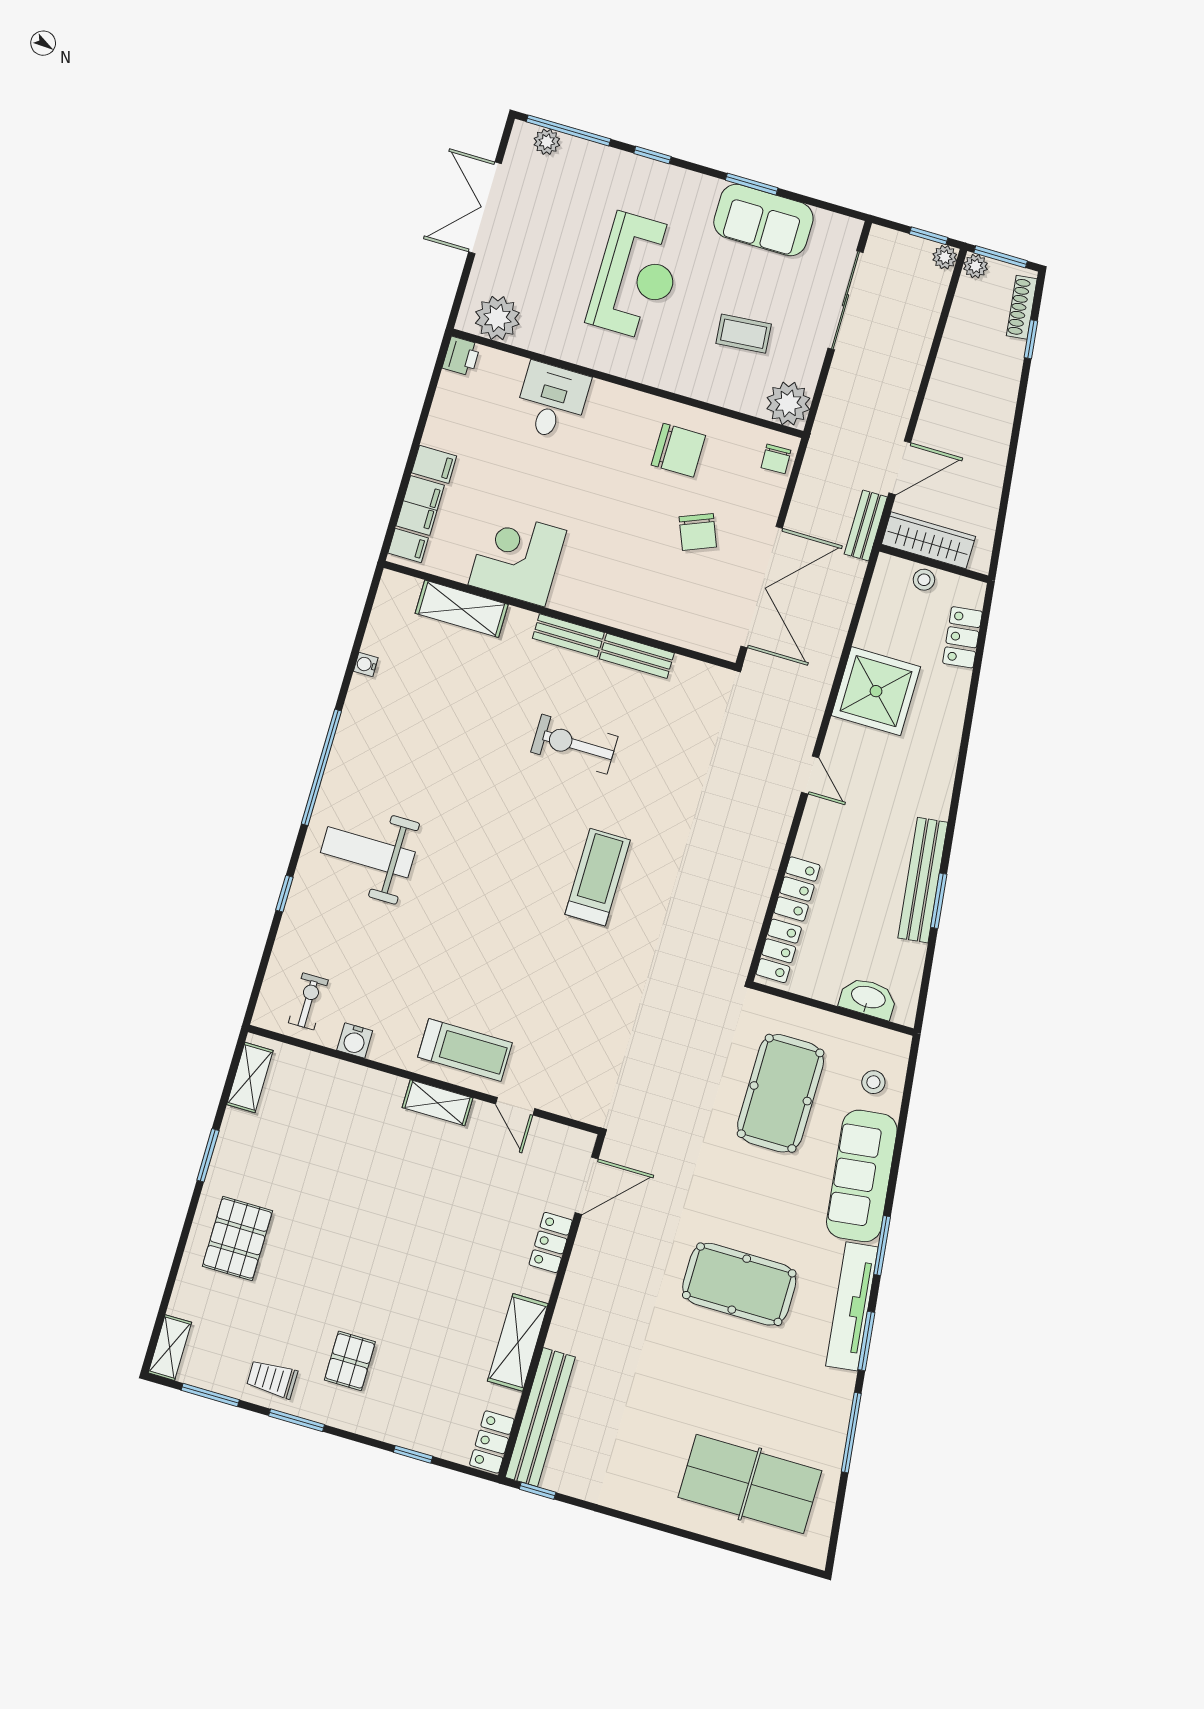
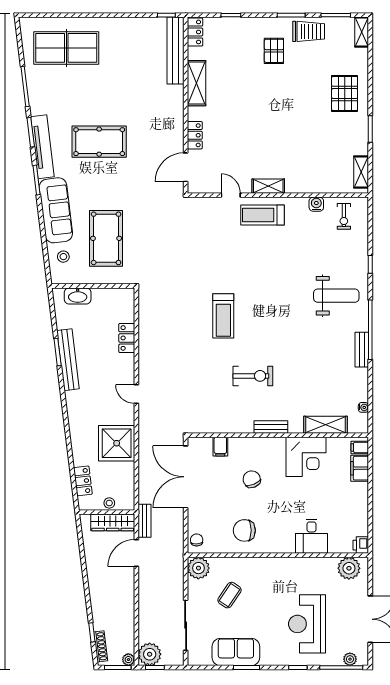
plant: (945, 257) -> (150, 654), width x1.88, depth x1.88
reception desk: (636, 277) -> (307, 624), moved
coffee table: (744, 334) -> (230, 595), turned -51
filing cabinet: (434, 464) -> (220, 447), moved, turned -90
chair: (698, 532) -> (252, 479), moved
bench: (637, 656) -> (362, 350), moved, turned 90
water cooler: (366, 664) -> (363, 407), moved
locker: (779, 951) -> (127, 306), removed
trolley: (272, 1379) -> (309, 31), width x1.36, depth x1.39

